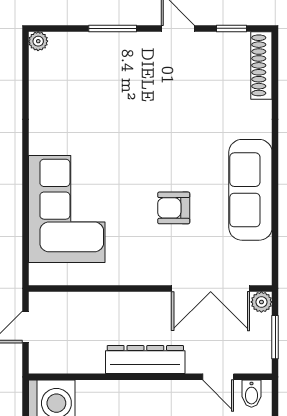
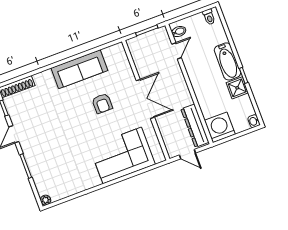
double door: (211, 288) -> (145, 99), moved
plant: (261, 302) -> (132, 43), removed
dresser: (145, 360) -> (195, 126), moved

